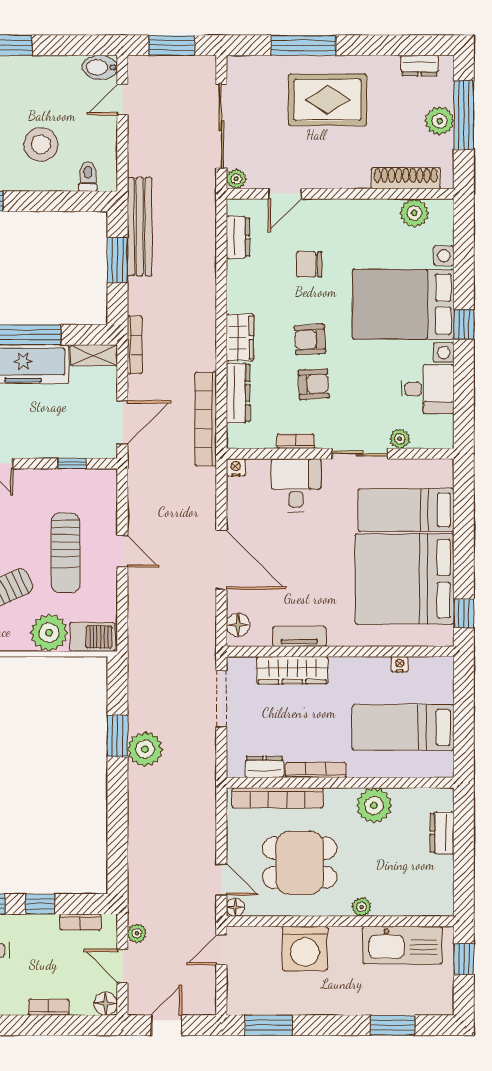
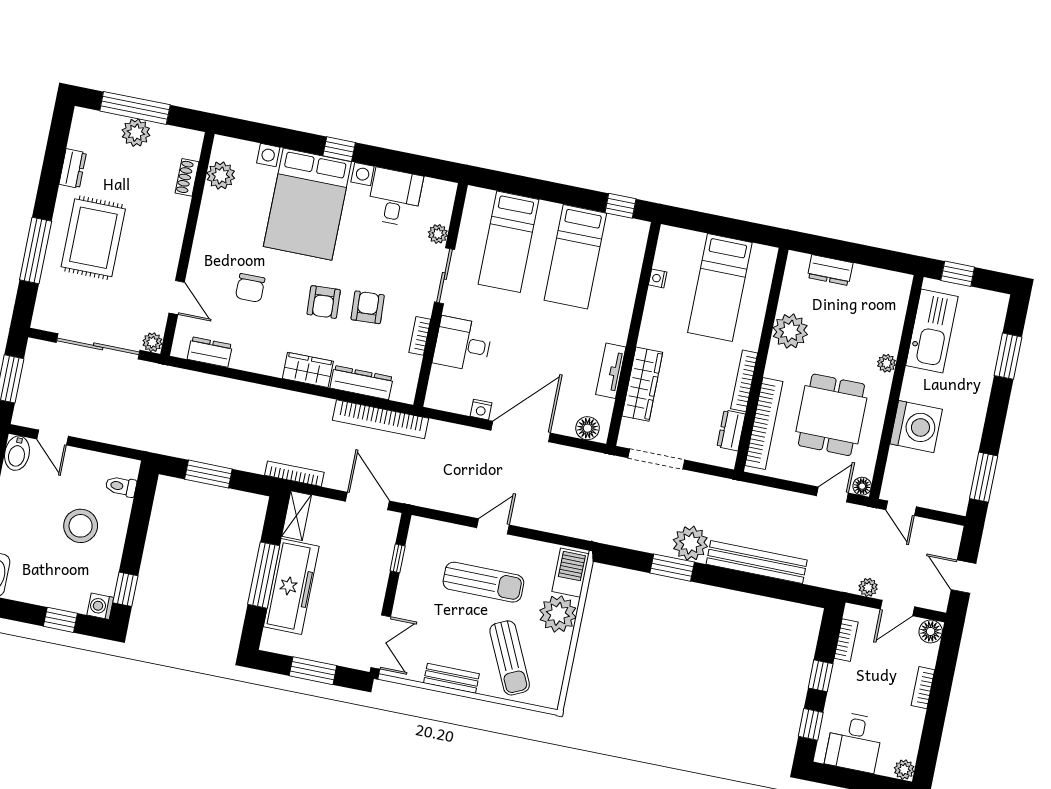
dresser: (420, 66) -> (73, 168), moved
shoe rack: (406, 178) -> (187, 177), width x0.51, depth x0.81
bench: (140, 227) -> (757, 562), moved
nightstand: (236, 467) -> (481, 410), moved, turned -90
bed: (405, 579) -> (575, 257), width x0.49

